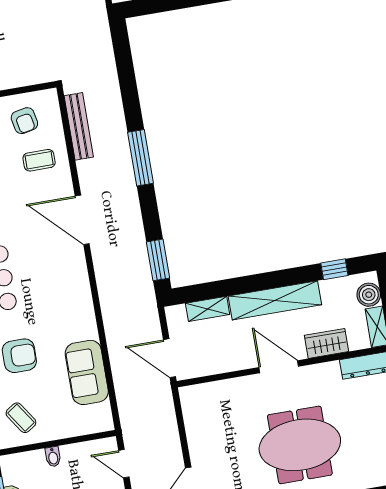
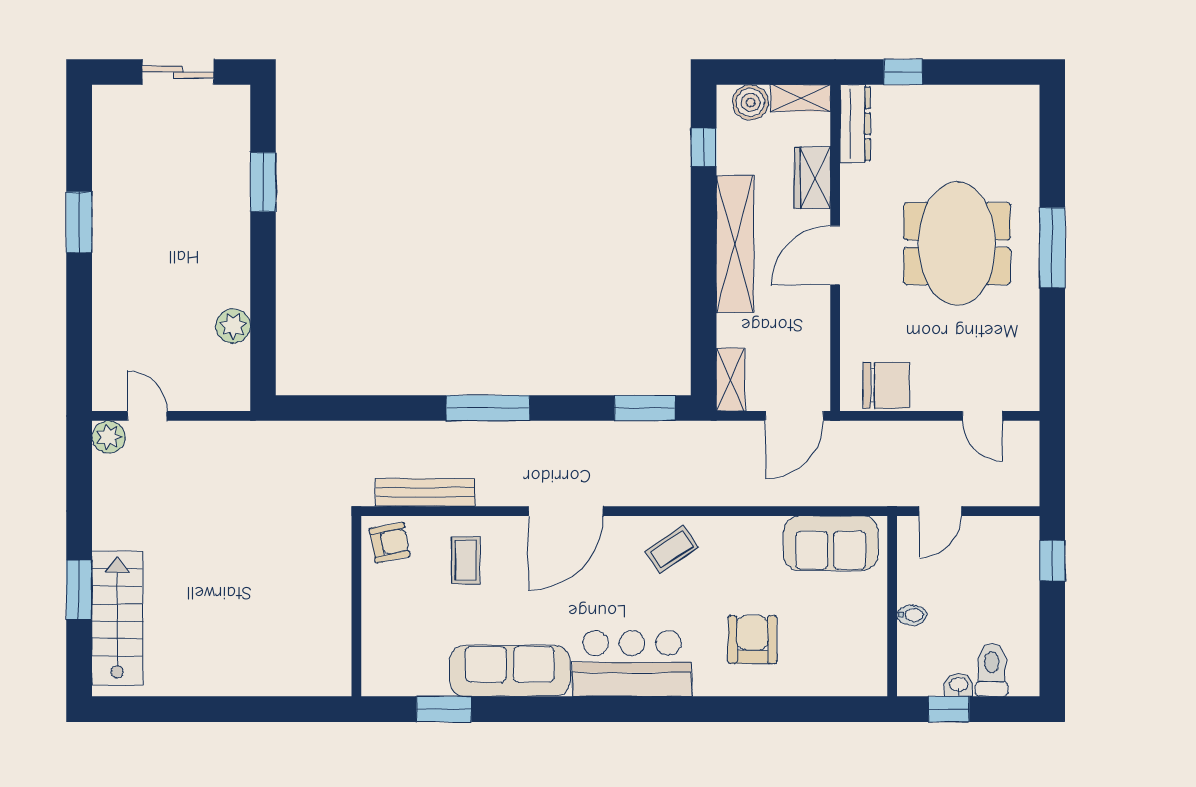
armchair: (24, 121) -> (390, 543), moved
shelving: (208, 309) -> (730, 380), moved
sofa: (87, 372) -> (831, 543), moved
chair: (200, 415) -> (886, 385), added
coffee table: (21, 418) -> (672, 549), moved

